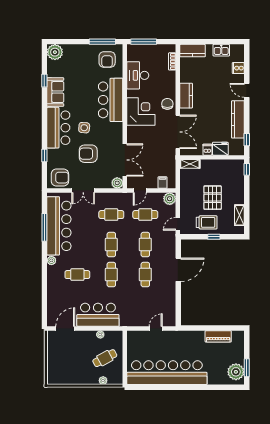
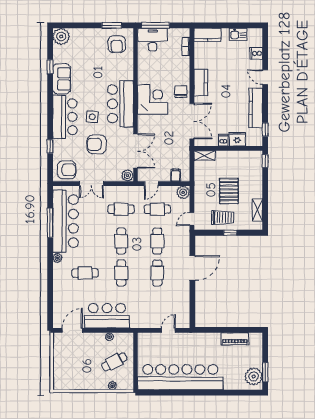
window: (102, 42) -> (112, 25), width x0.69
desk: (138, 75) -> (153, 40), moved, turned 90
bar counter: (111, 100) -> (120, 104), moved

